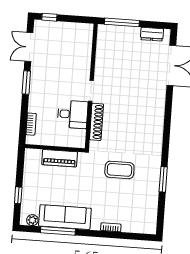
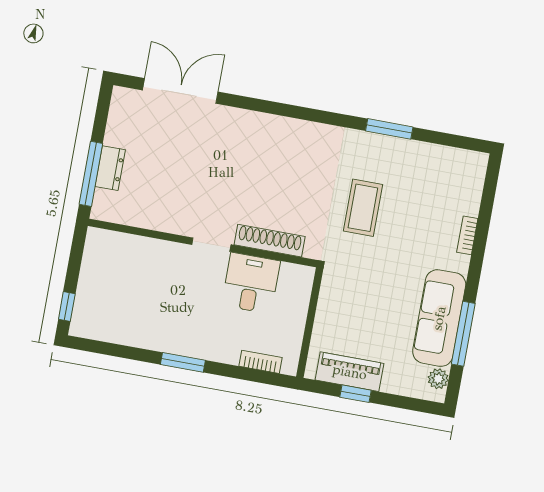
dresser: (152, 34) -> (110, 168), moved
double door: (29, 47) -> (118, 351), removed
piano: (60, 158) -> (350, 372), moved, turned -90
window: (18, 195) -> (356, 394), moved

